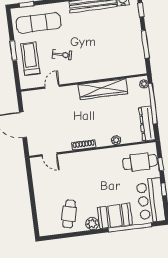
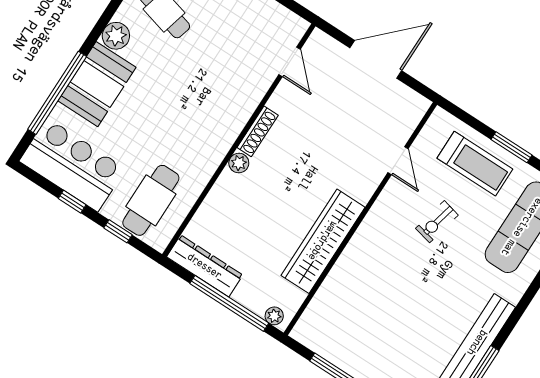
plant: (116, 140) -> (239, 163), moved
door: (50, 154) -> (290, 62), swing flipped

